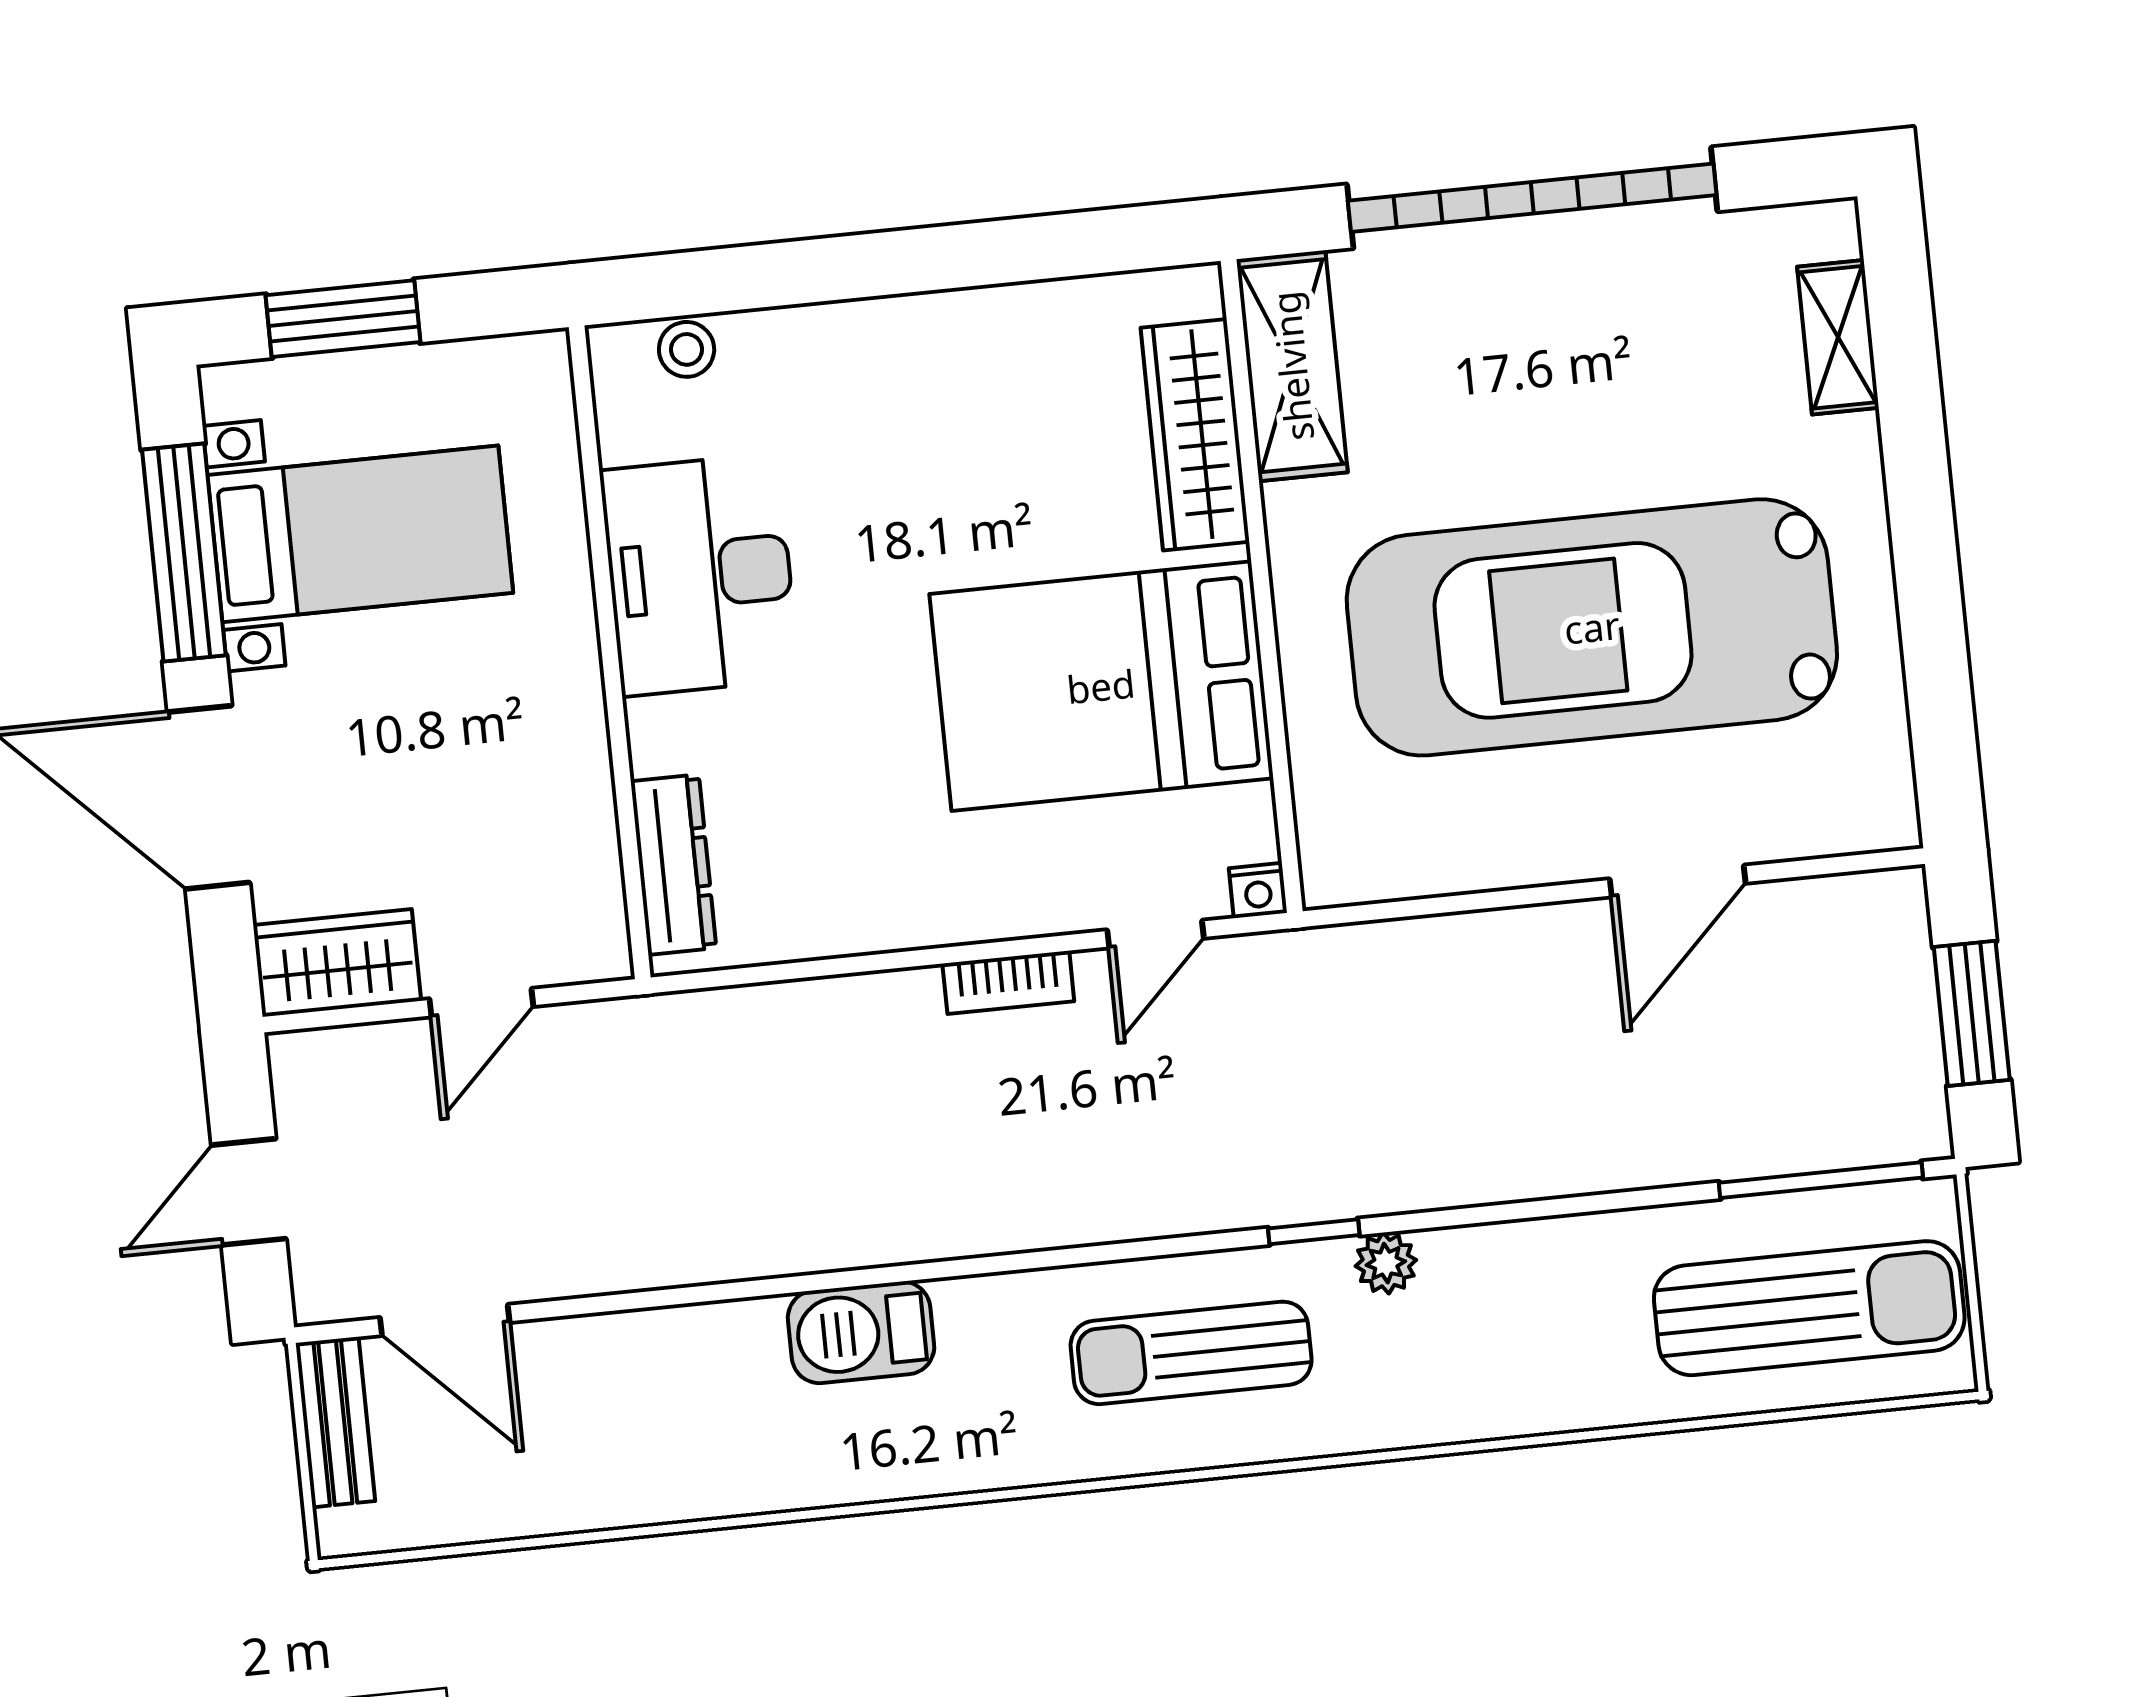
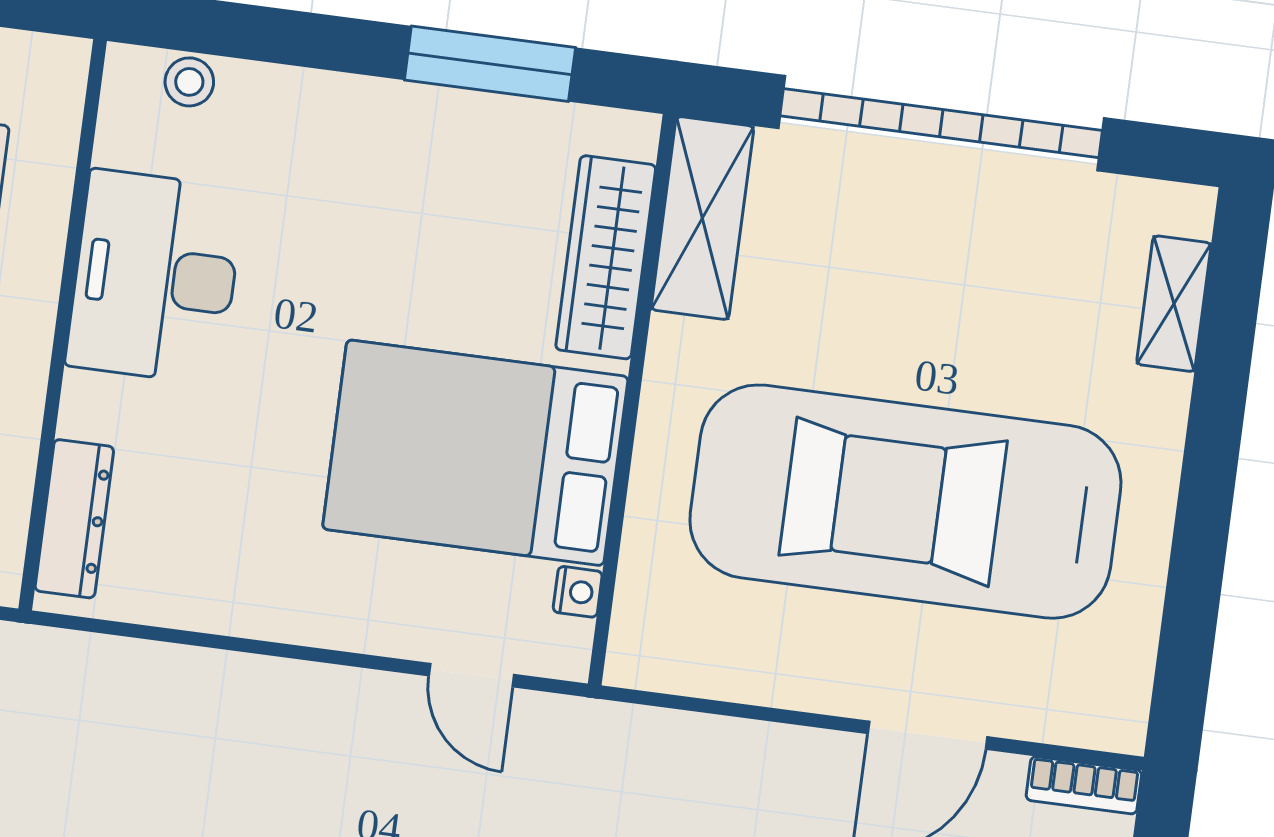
window: (1016, 250) -> (490, 64), added
nightstand: (1258, 890) -> (578, 592), moved, turned -90
door: (1156, 934) -> (471, 675), hinge flipped
bookcase: (1008, 982) -> (1084, 785), moved

